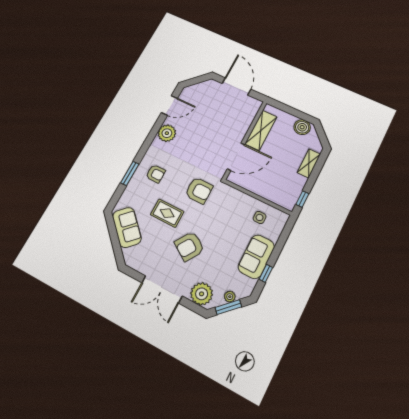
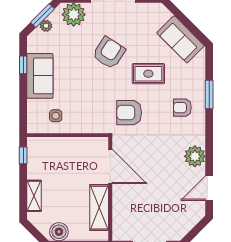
door: (236, 157) -> (110, 166), swing flipped

